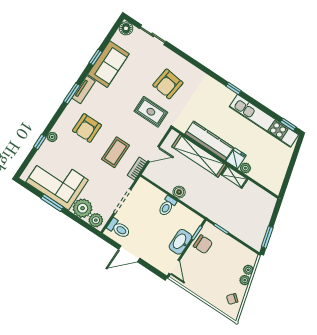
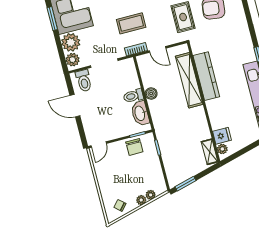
fridge: (236, 158) -> (222, 136), moved
plant: (245, 168) -> (222, 149), moved
shelving: (234, 177) -> (210, 152), moved
washbasin: (180, 242) -> (140, 113), moved, turned -90

